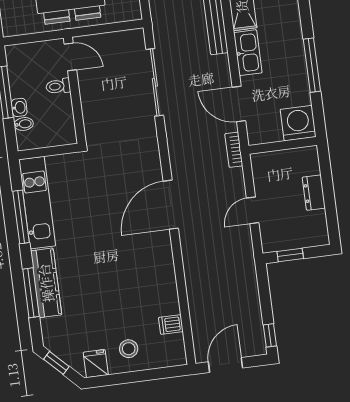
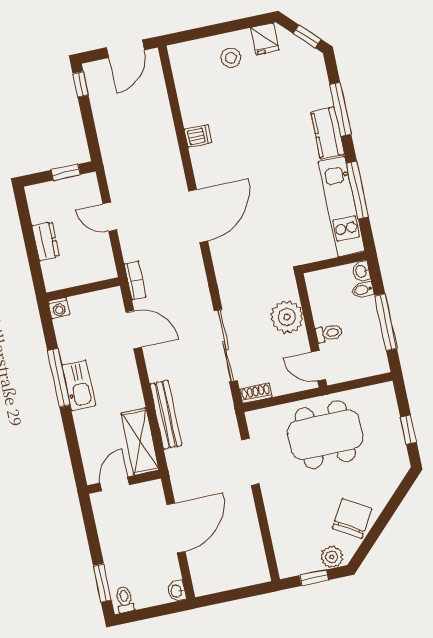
shoe rack: (130, 36) -> (256, 393), added
kitchen sink: (248, 53) -> (79, 385), moved, turned 180
plant: (96, 105) -> (287, 317), added
washbasin: (19, 107) -> (361, 271), moved
washing machine: (298, 123) -> (59, 308), width x0.53, depth x0.53
door: (253, 210) -> (110, 217), swing flipped
kitchen counter: (46, 283) -> (328, 133), width x0.67
dishwasher: (171, 324) -> (198, 136), moved

